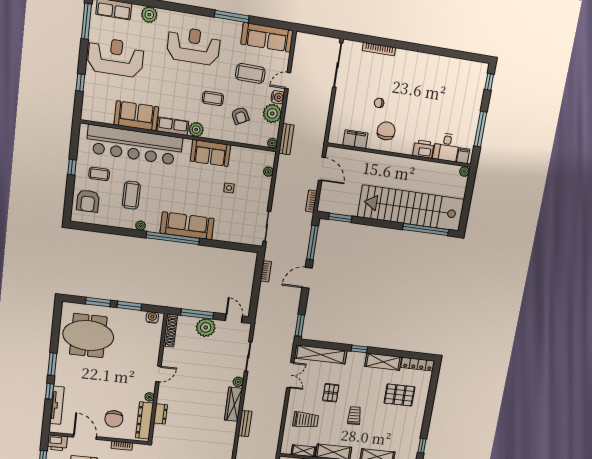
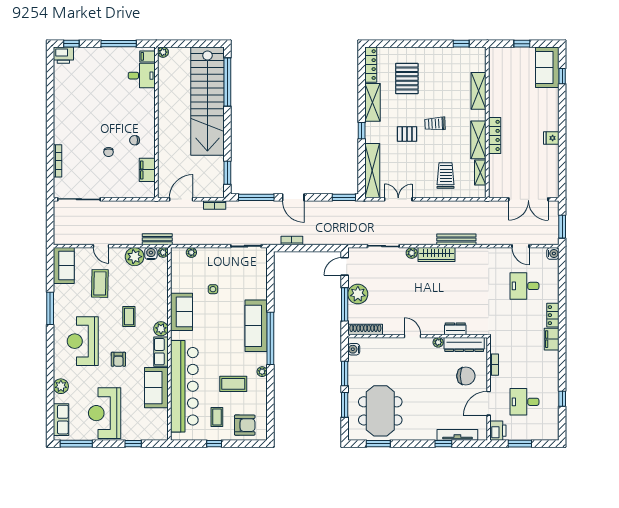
sofa: (267, 37) -> (64, 265), width x0.73
water cooler: (278, 97) -> (151, 254), moved
armchair: (240, 116) -> (118, 359), moved, turned 117
chair: (386, 131) -> (135, 140), width x0.54, depth x0.54
printer: (423, 149) -> (63, 55), moved, turned -90
window: (52, 364) -> (378, 444), moved
pallet: (331, 393) -> (407, 134), moved
bench: (245, 424) -> (456, 239), width x1.36

